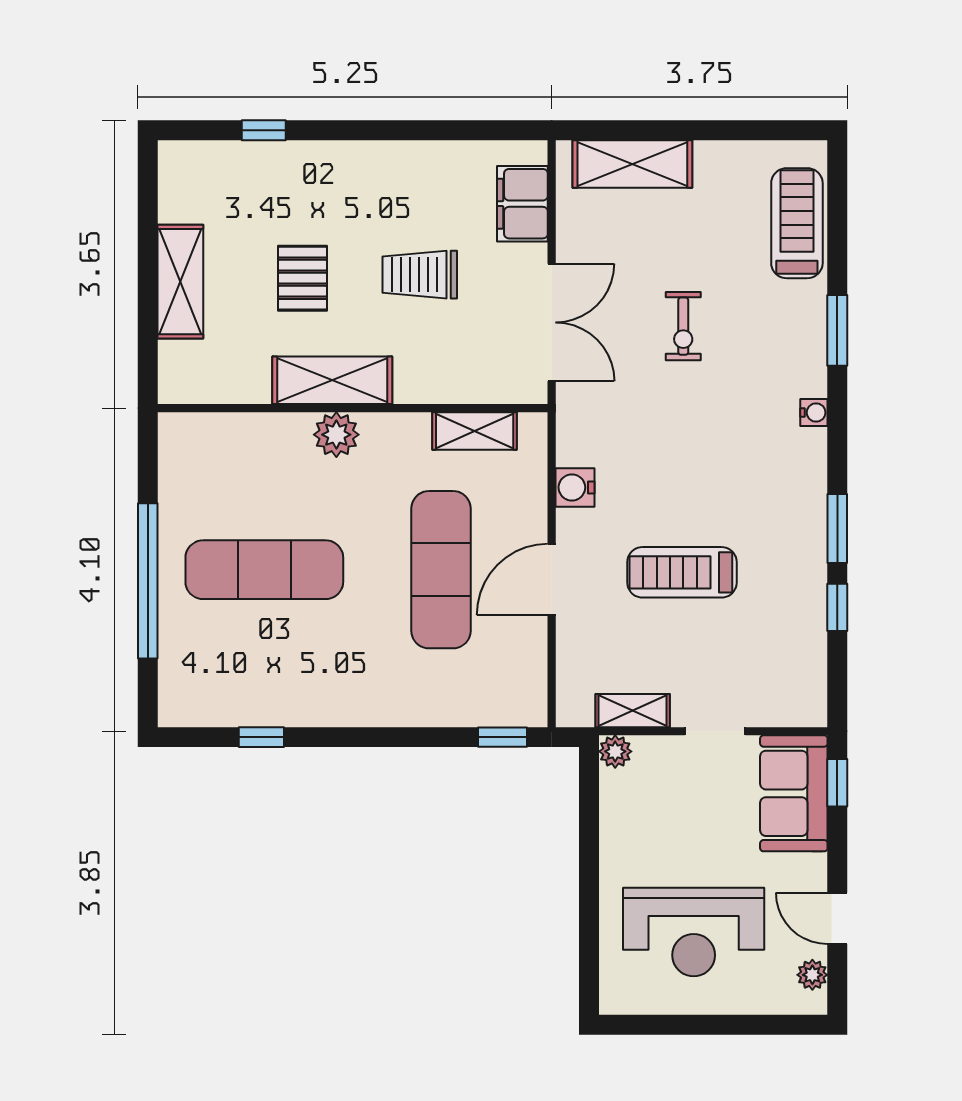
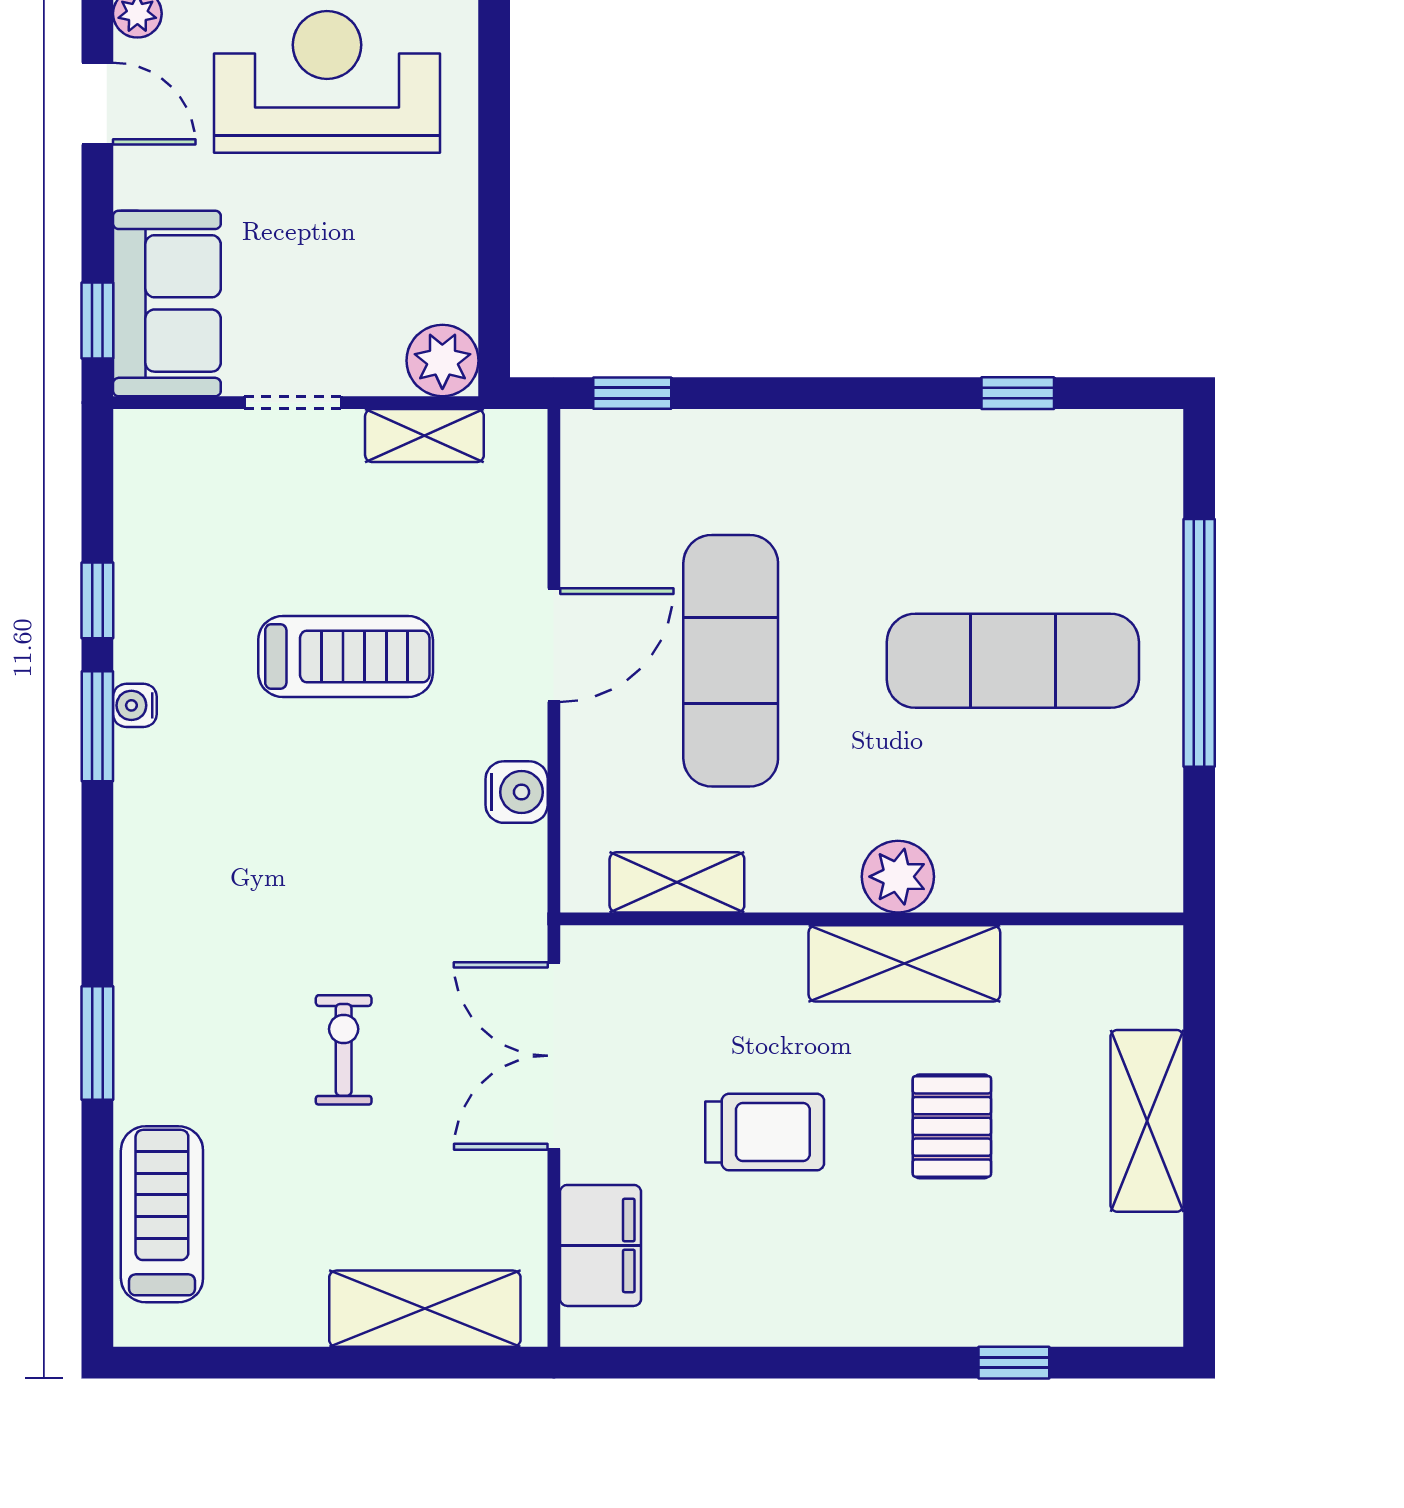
treadmill: (797, 223) -> (162, 1214), turned 180
water cooler: (814, 413) -> (135, 705), moved
plant: (615, 751) -> (442, 361), width x1.38, depth x1.38

